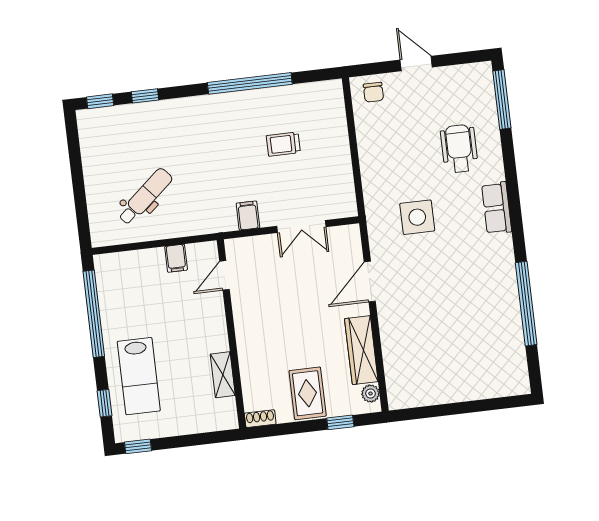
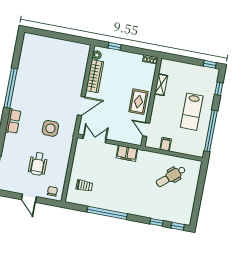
trolley: (283, 144) -> (84, 186), moved
wheelchair: (459, 148) -> (38, 164), moved
filing cabinet: (248, 216) -> (127, 153), width x2.00
double door: (301, 226) -> (94, 139), moved
door: (224, 275) -> (146, 130), swing flipped
window: (526, 304) -> (11, 88), moved
lab bench: (139, 376) -> (192, 112), moved, turned 180
rug: (308, 393) -> (138, 102), moved

